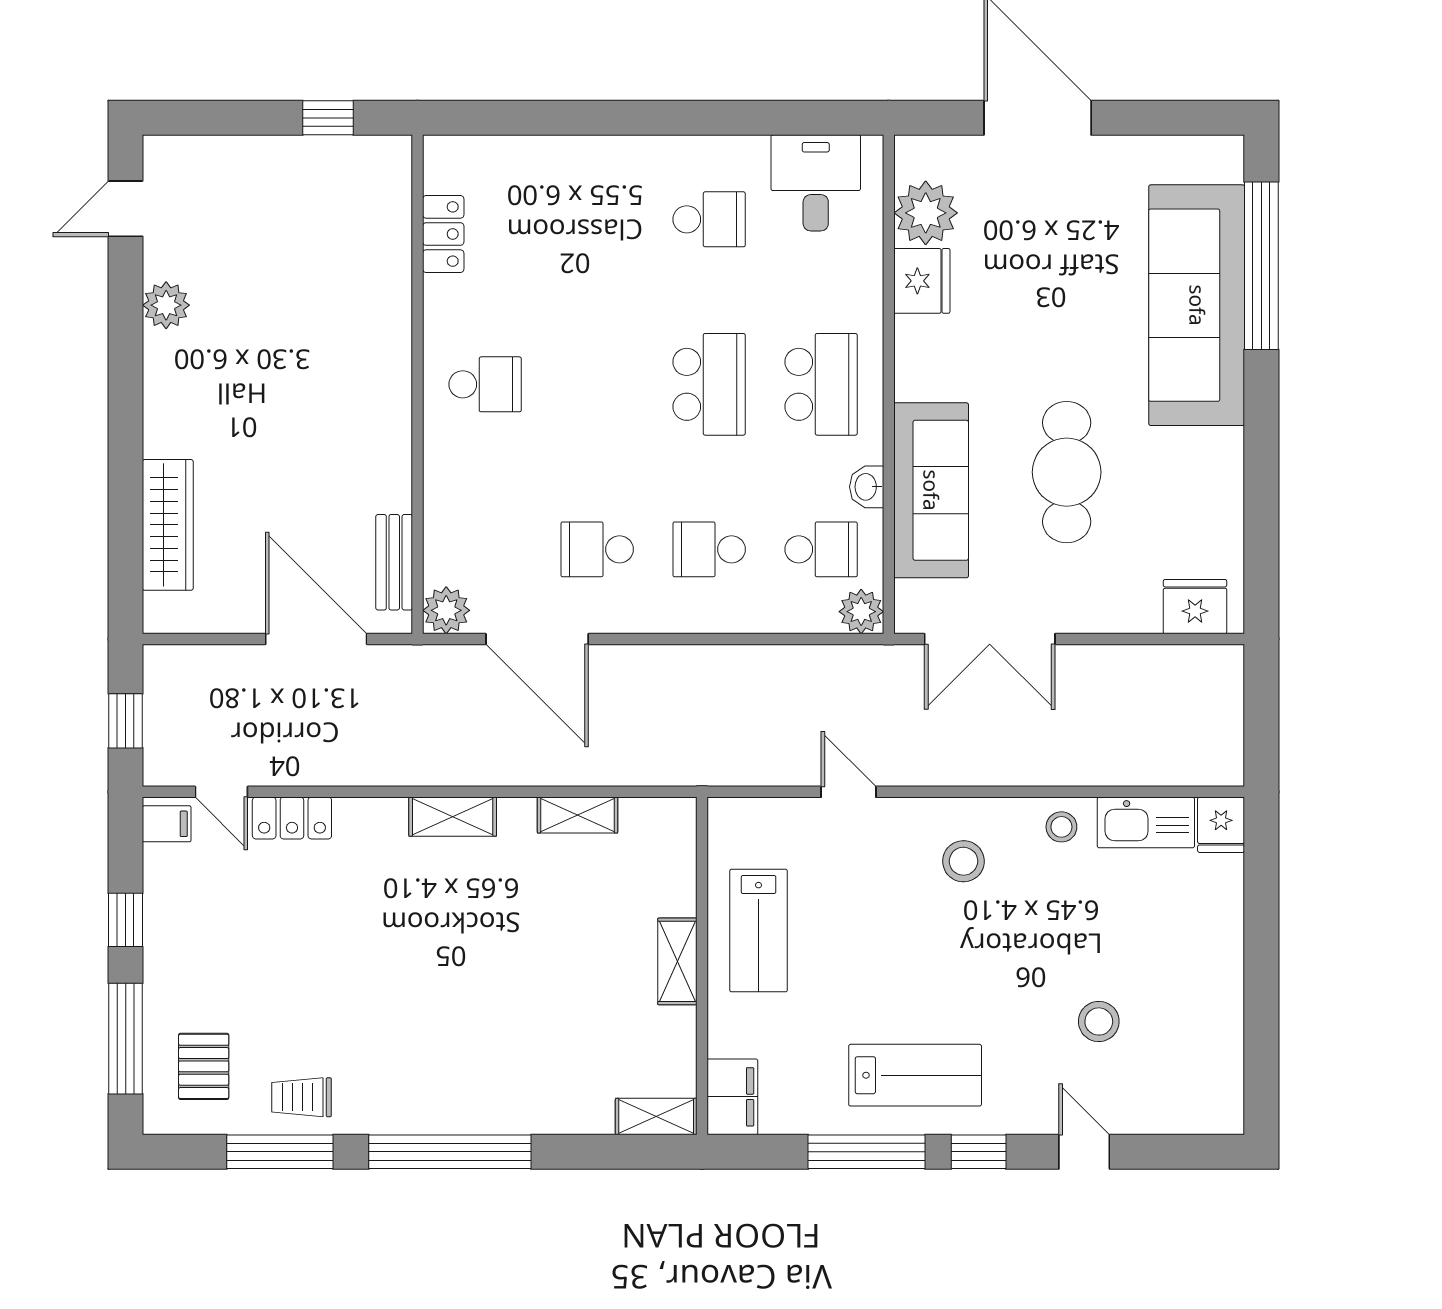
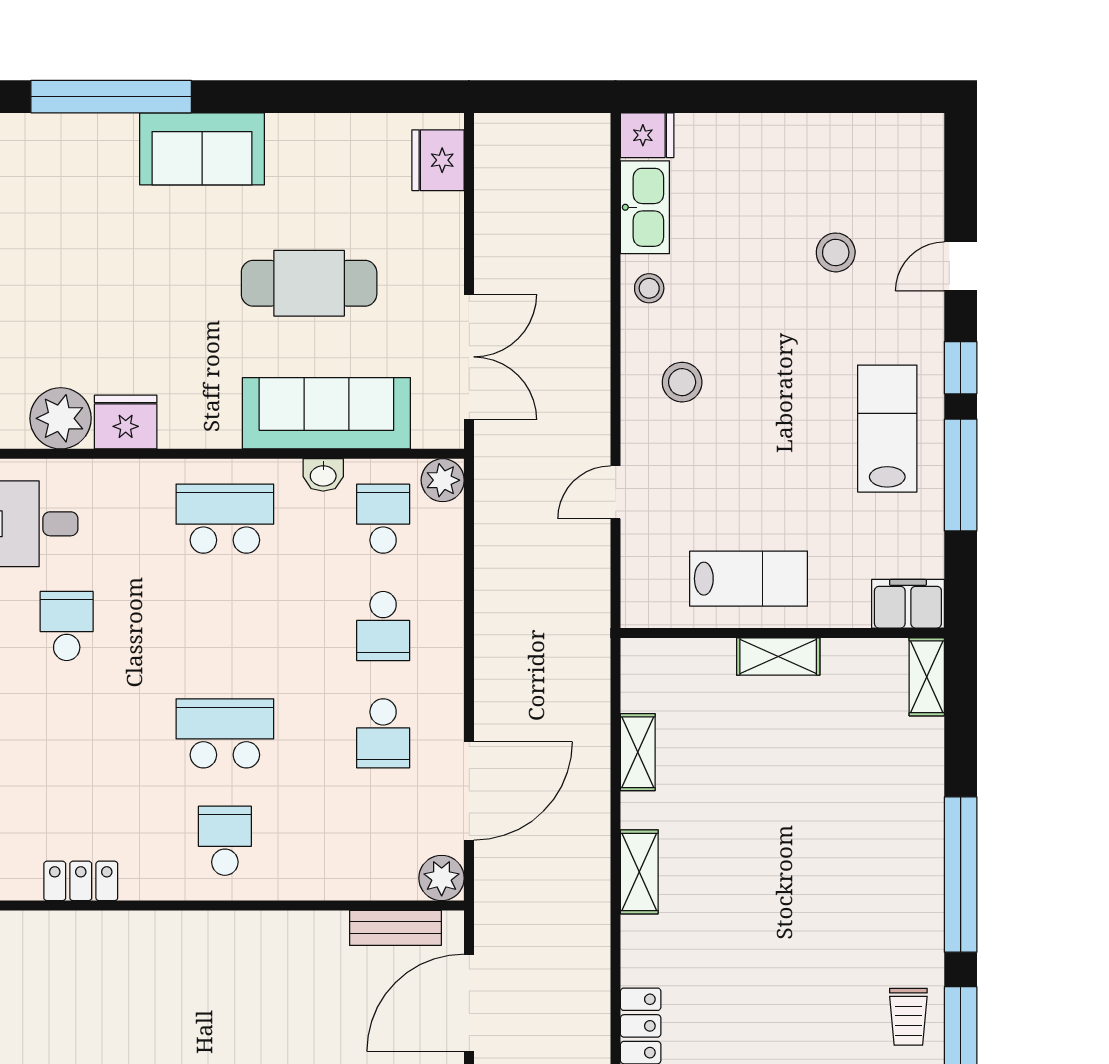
sofa: (1197, 305) -> (202, 149), width x0.54, depth x0.79
school desk: (709, 384) -> (225, 733), moved

